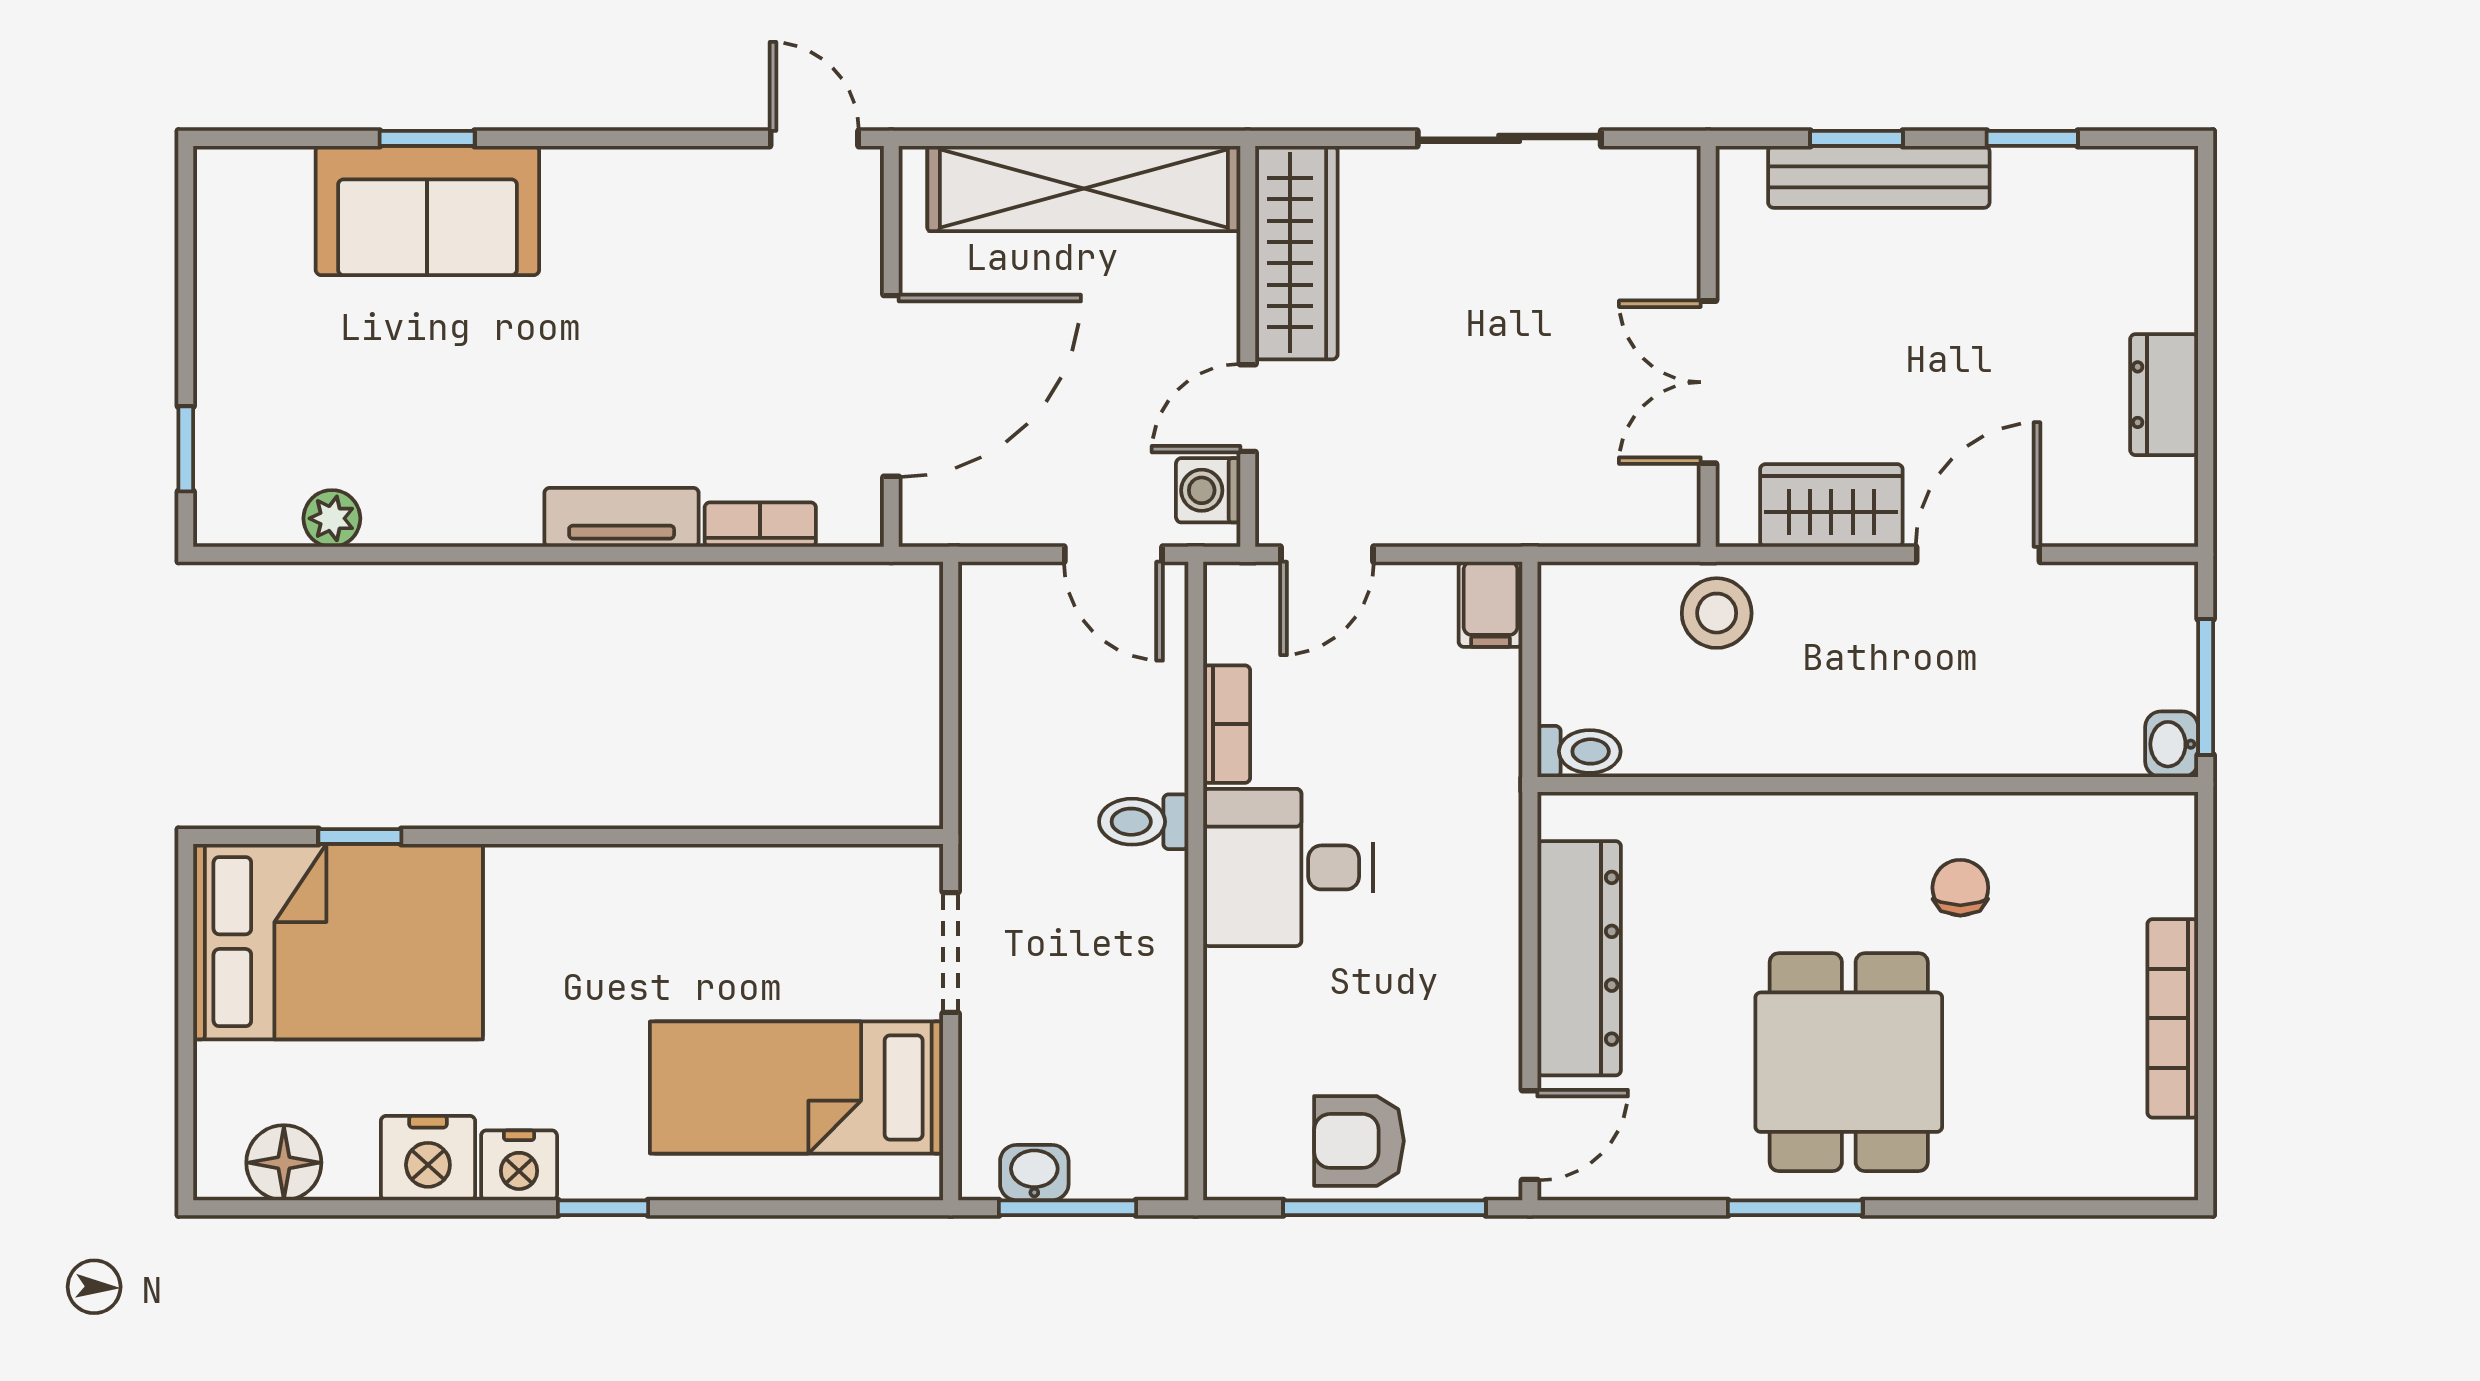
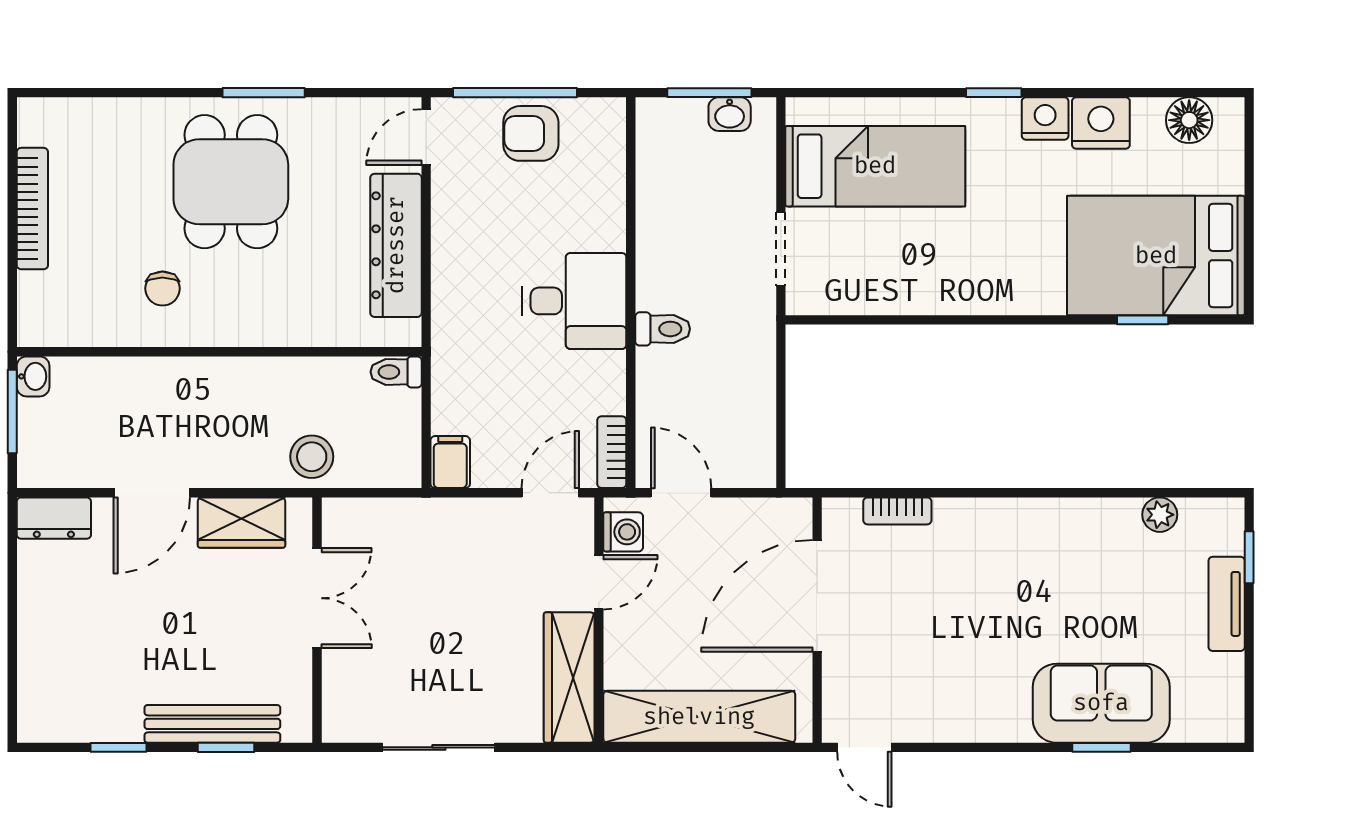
dresser: (2164, 395) -> (54, 518), moved, turned 90
tv unit: (622, 517) -> (1227, 604), moved, turned 90
bookcase: (1227, 724) -> (612, 452), moved
armchair: (1359, 1141) -> (531, 133), turned 180

